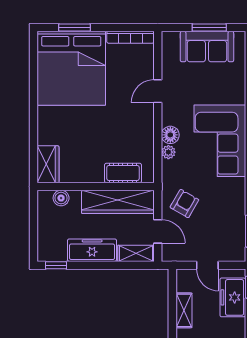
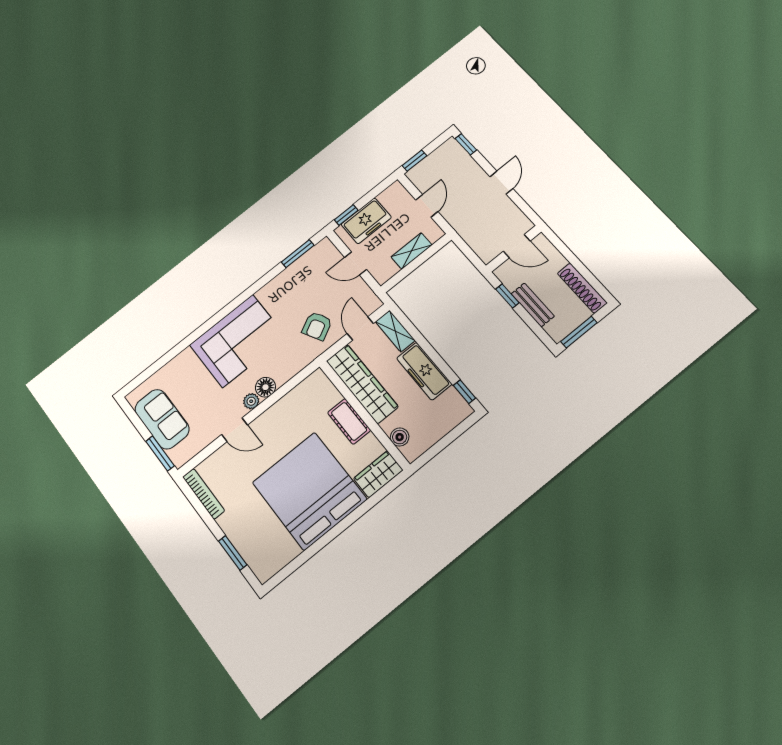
window: (209, 28) -> (160, 454), moved
bed: (71, 68) -> (309, 491), moved, turned -90
plant: (168, 152) -> (251, 401), moved
cot: (123, 173) -> (349, 421), moved
armchair: (184, 204) -> (317, 326), turned -58
door: (207, 265) -> (356, 264), swing flipped

